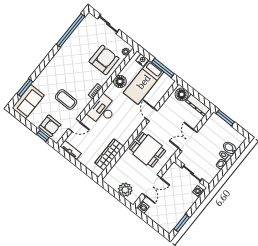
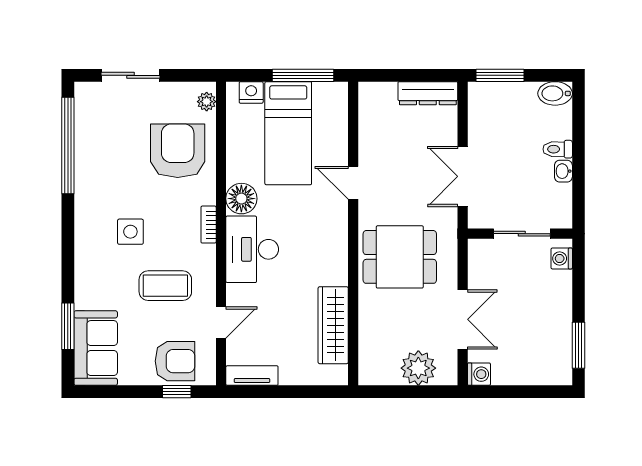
side table: (69, 74) -> (130, 232), added
floor lamp: (120, 81) -> (241, 199), moved
floor lamp: (182, 94) -> (380, 97), removed
bidet: (230, 148) -> (555, 93), moved

